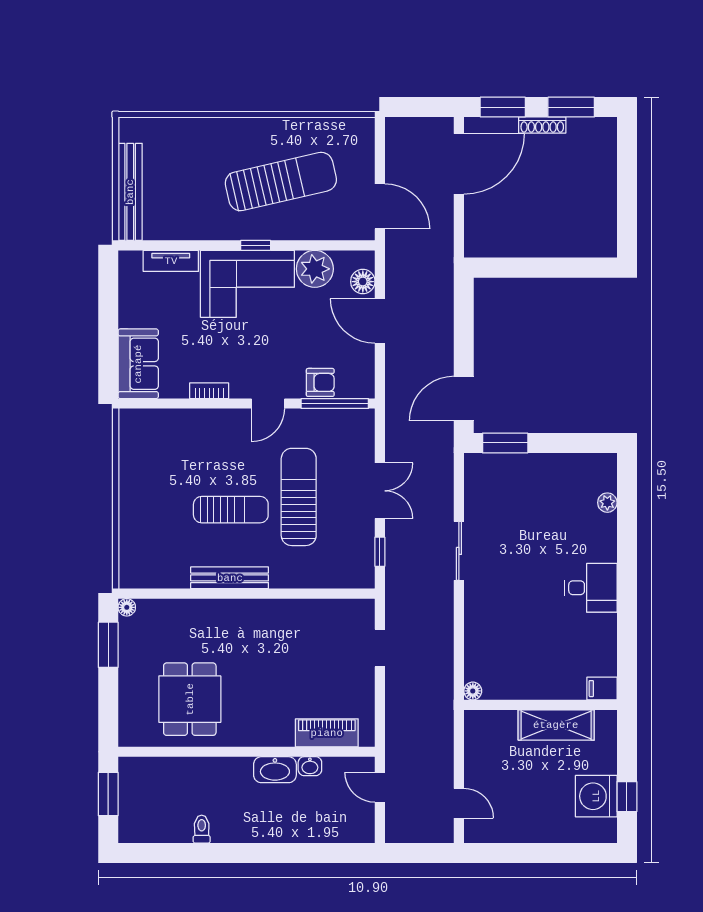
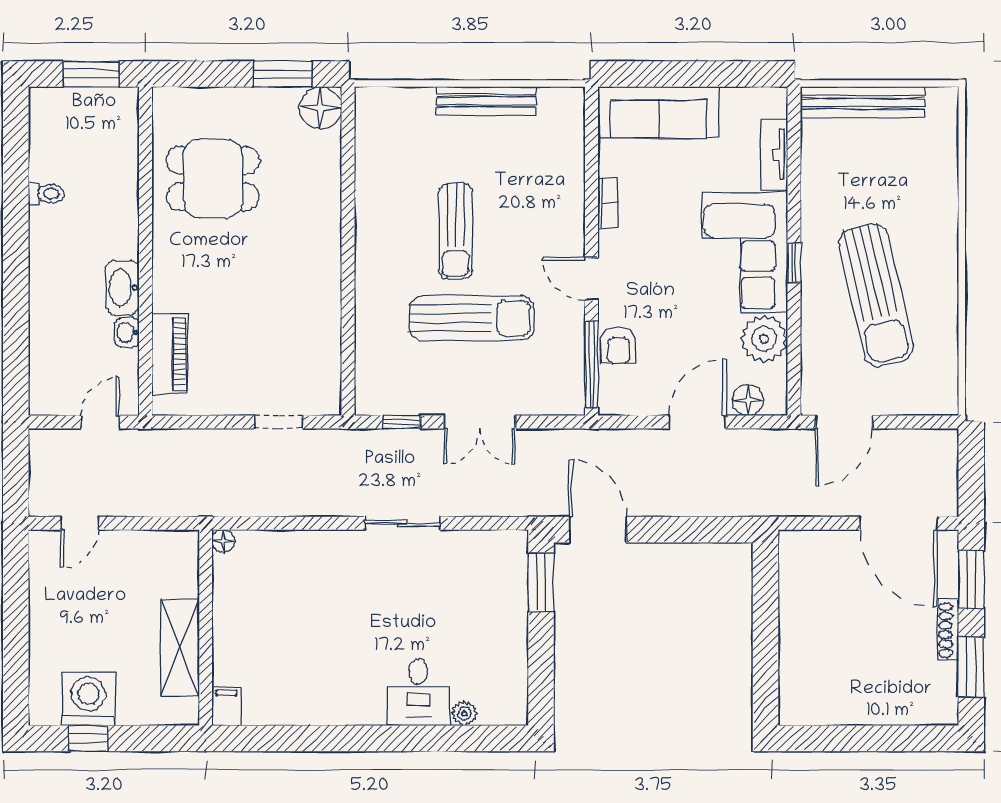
sofa: (138, 364) -> (659, 112), width x1.36
bench: (230, 578) -> (486, 101), moved, turned 90
desk: (591, 588) -> (418, 692), moved
floor lamp: (127, 607) -> (321, 108), width x1.89, depth x1.89

